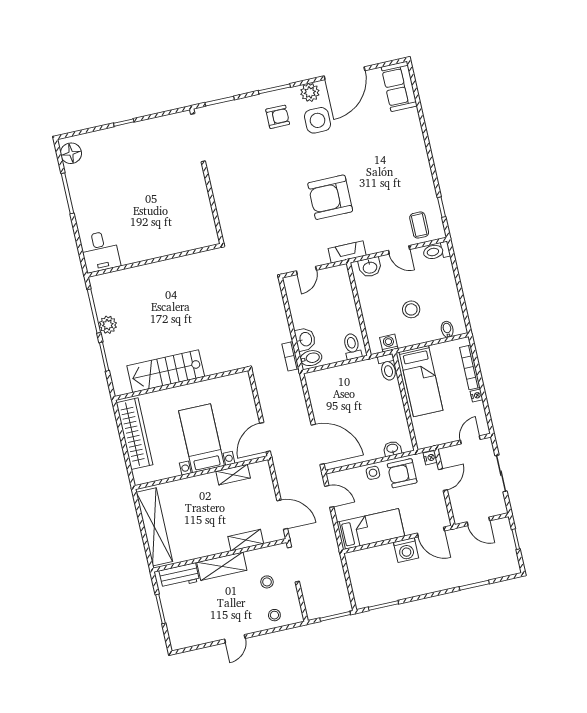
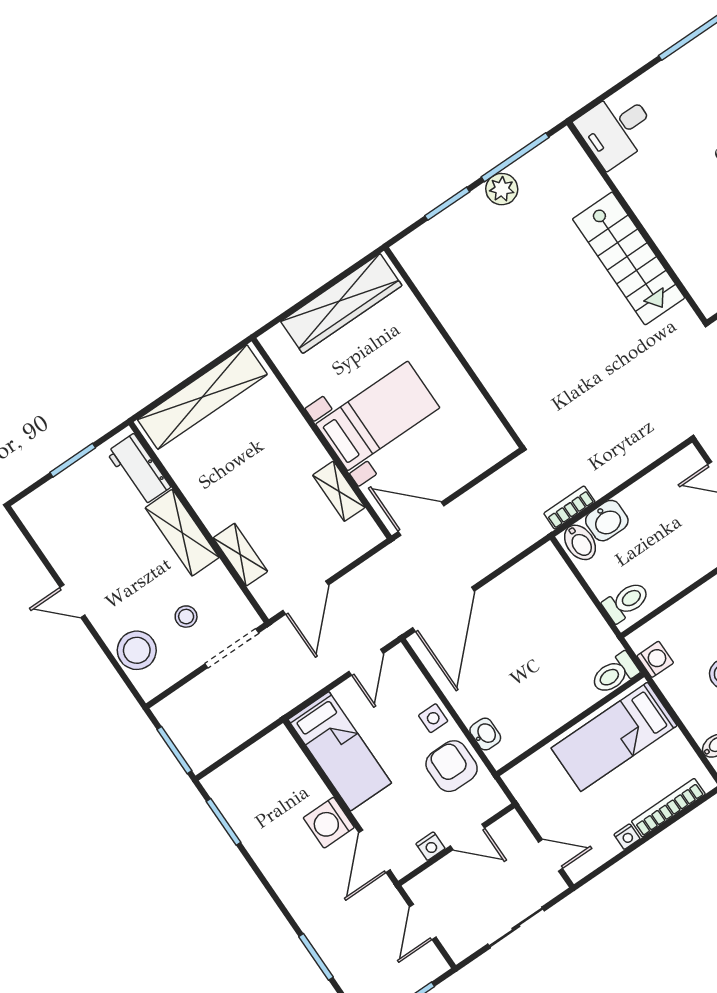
stairs: (166, 371) -> (629, 258), moved, turned 180
nightstand: (430, 458) -> (430, 846), moved
stool: (274, 615) -> (137, 650), width x1.89, depth x1.89

